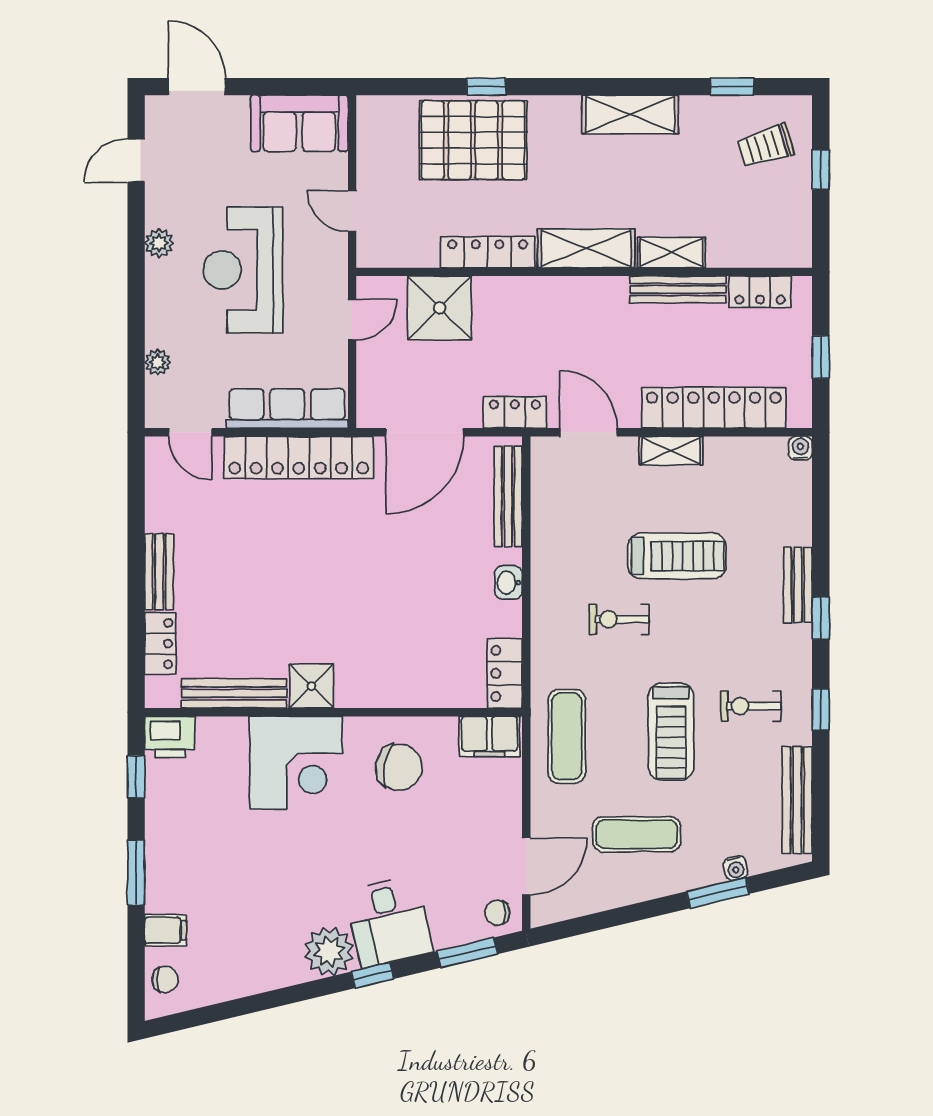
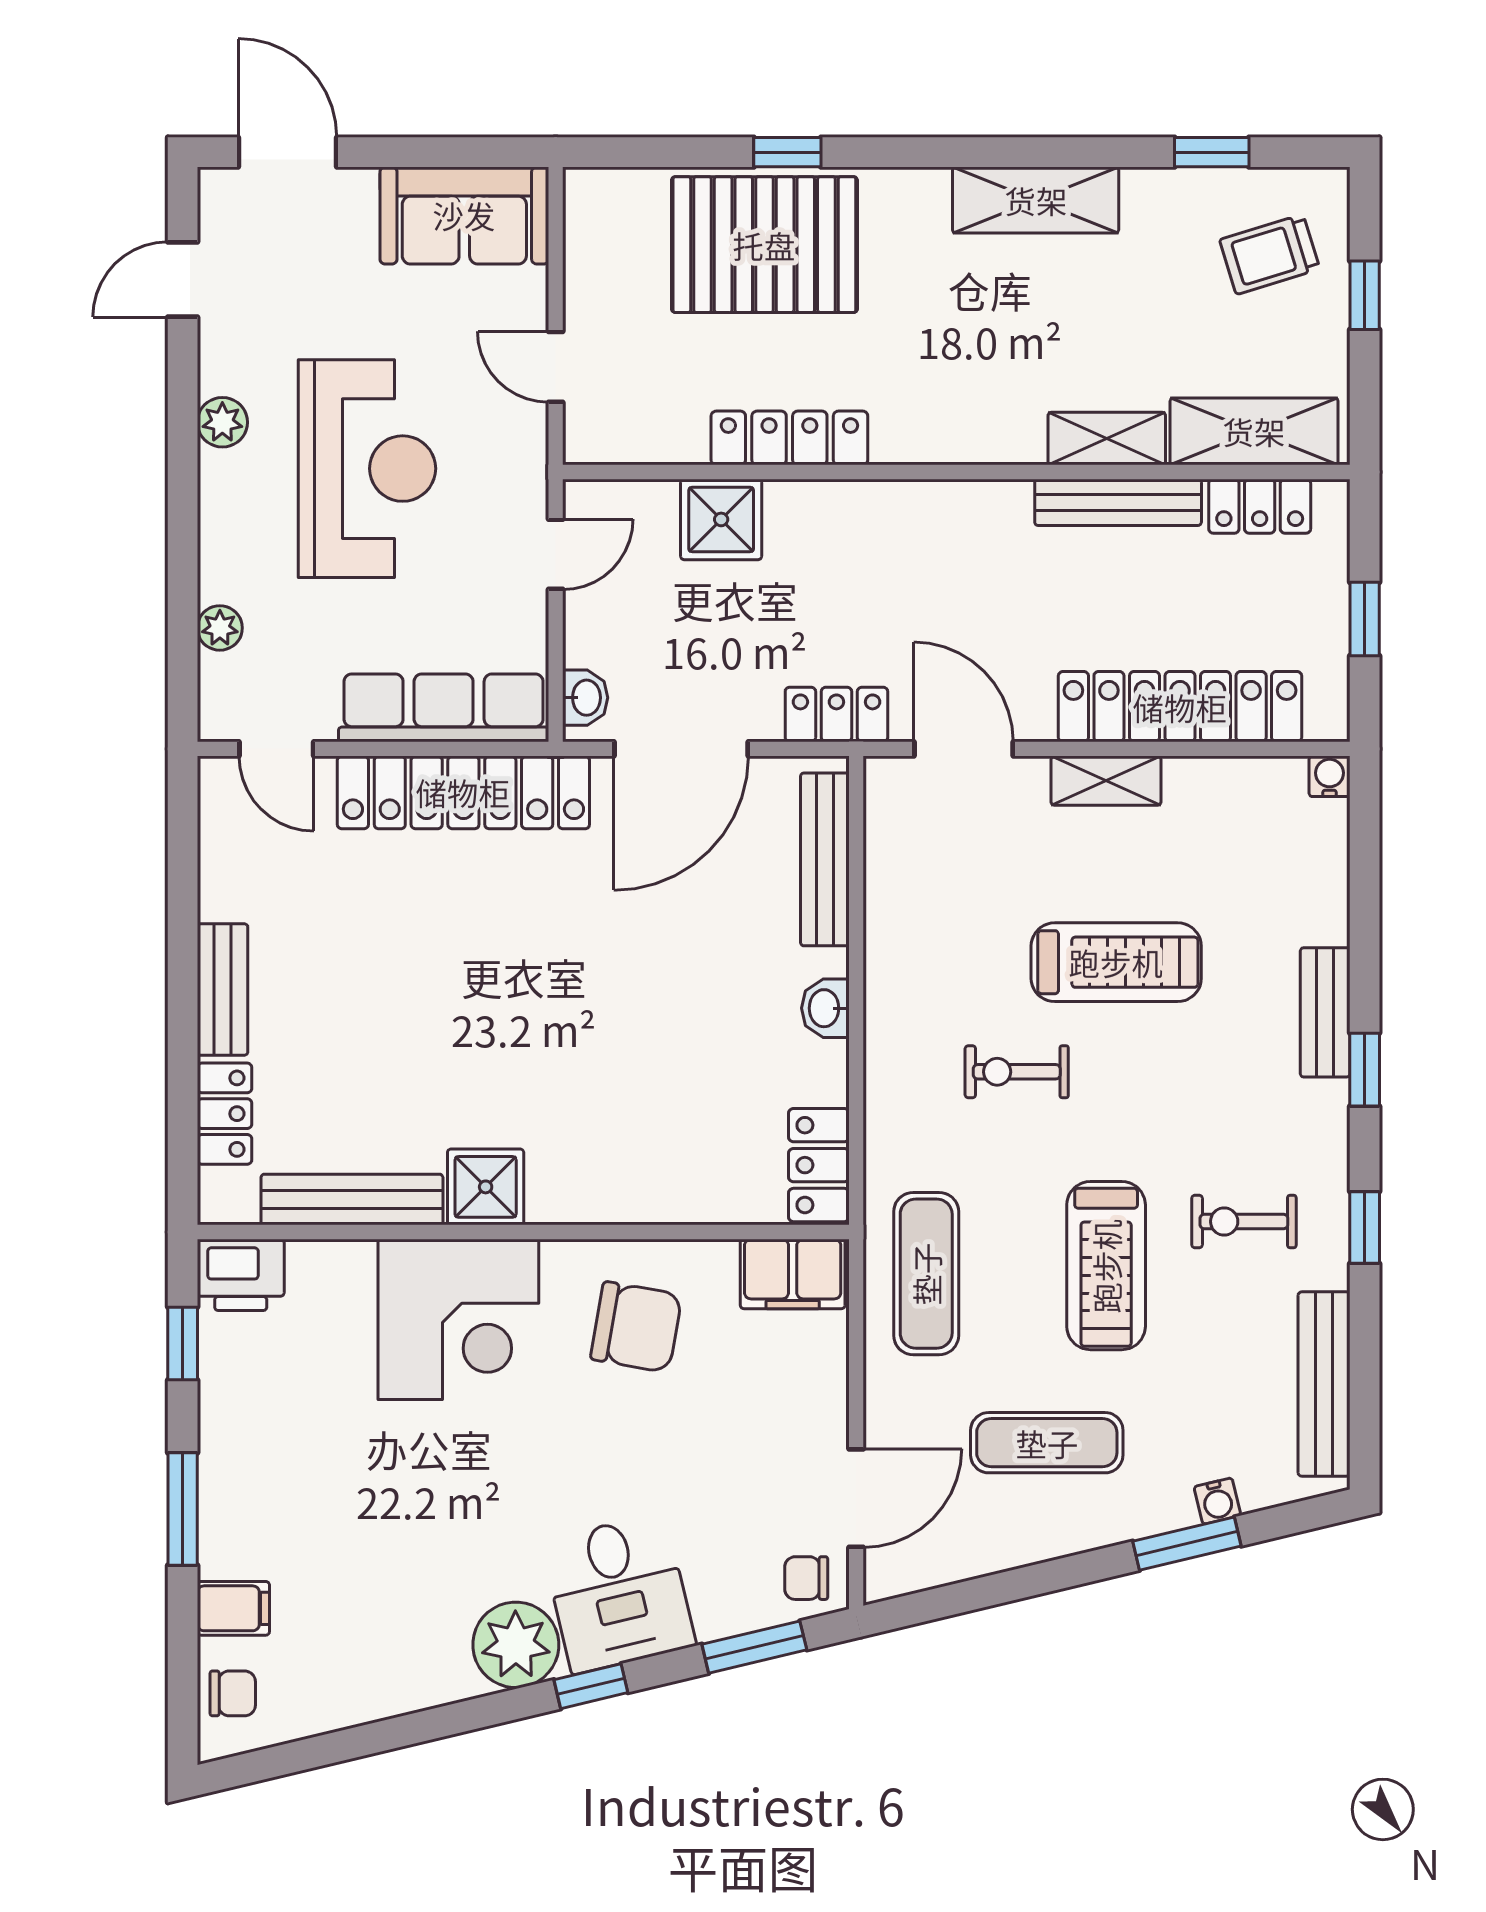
shelving: (586, 248) -> (1254, 431), moved
reception desk: (243, 270) -> (367, 469), turned 180
shower: (439, 308) -> (721, 519), width x0.73, depth x0.73
washbasin: (369, 403) -> (585, 698), added

